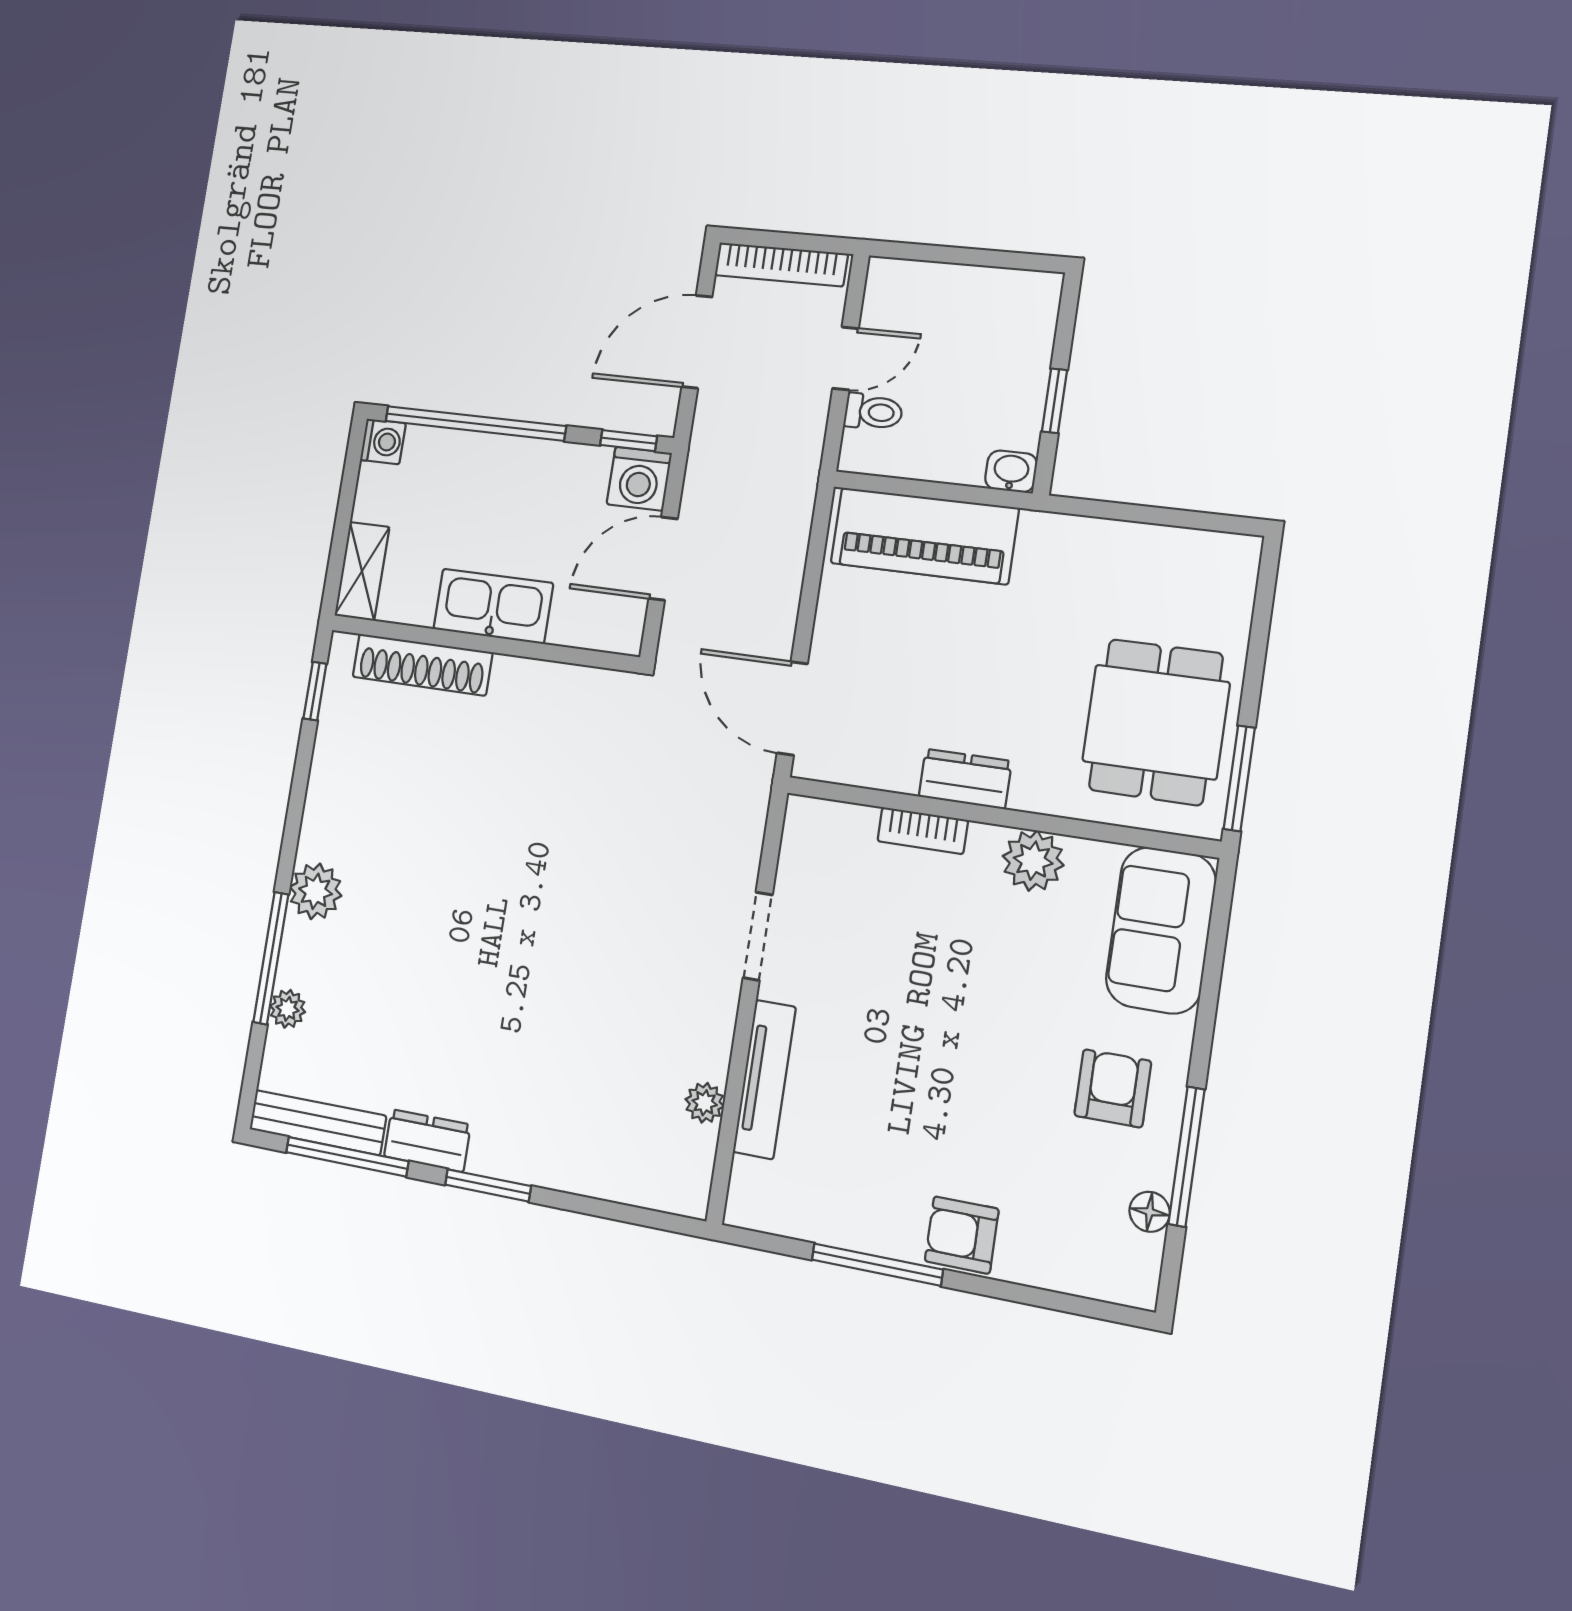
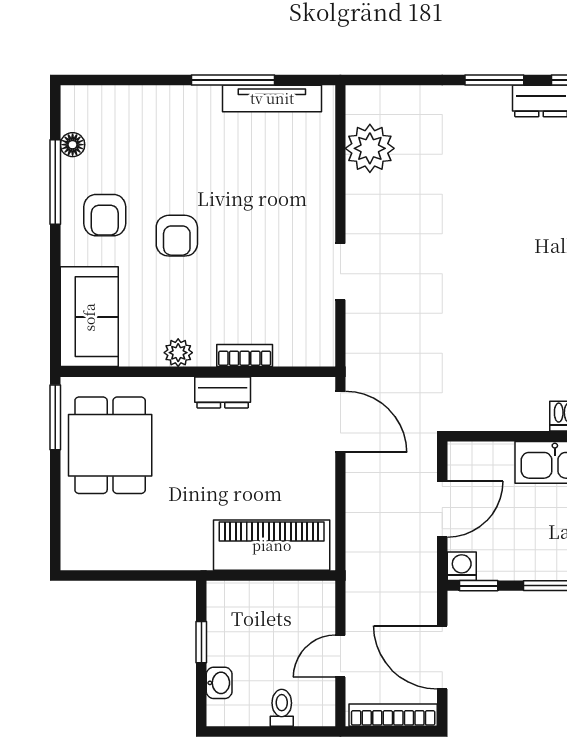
door: (697, 342) -> (442, 657), swing flipped
toilet: (873, 412) -> (282, 708), moved, turned 90
washbasin: (1011, 471) -> (219, 683), moved, turned -90
washing machine: (639, 479) -> (462, 566), width x0.73, depth x0.73
plant: (1033, 861) -> (178, 353), width x0.73, depth x0.73
tv unit: (764, 1079) -> (272, 98), moved, turned -90
plant: (705, 1103) -> (370, 148), width x1.88, depth x1.88
armchair: (962, 1235) -> (177, 236), moved, turned 90

